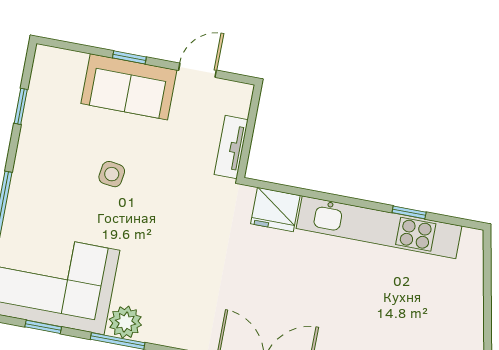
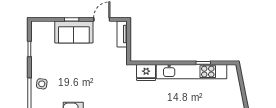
tv unit: (231, 147) -> (122, 34), moved
side table: (112, 174) -> (42, 84), moved

